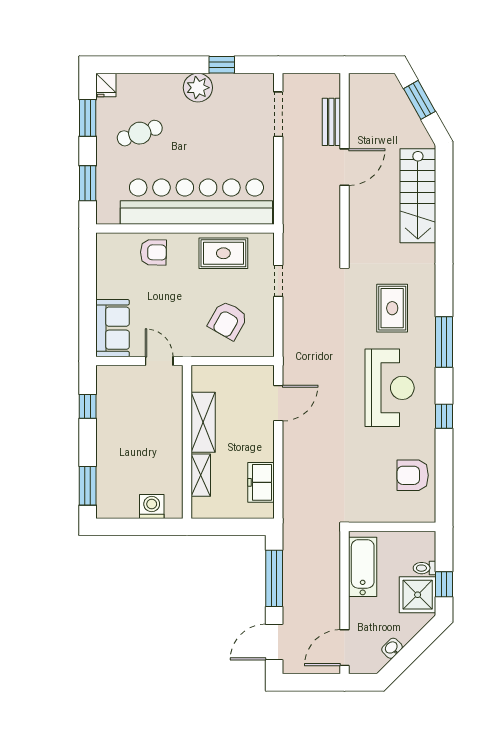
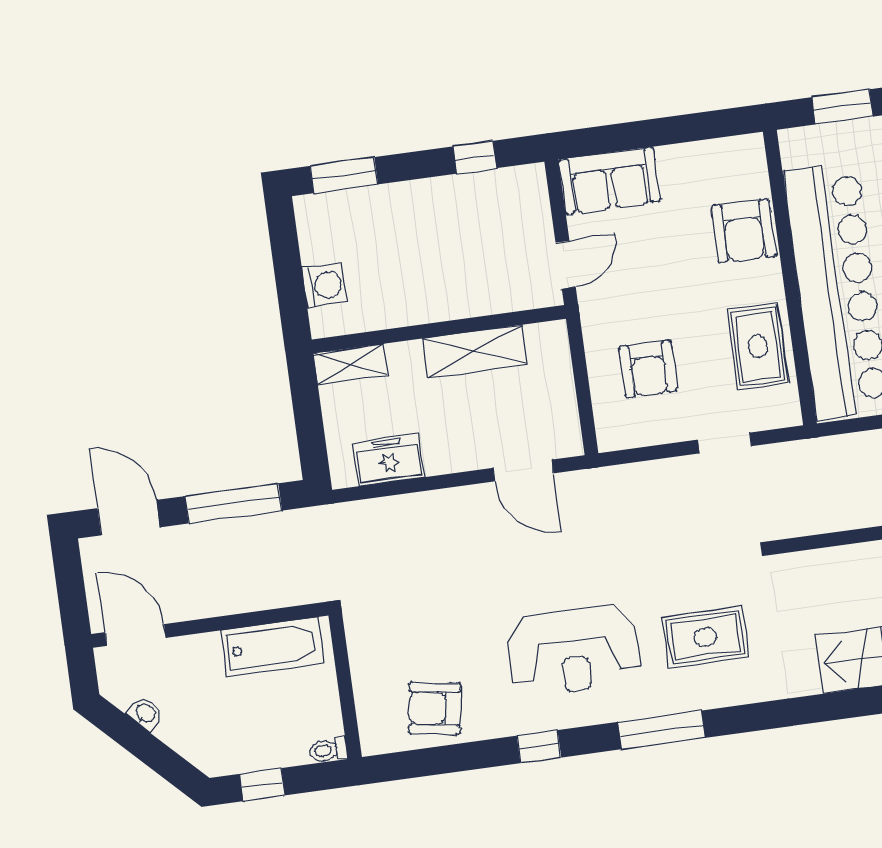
armchair: (153, 252) -> (743, 231), width x1.38, depth x1.38
armchair: (228, 320) -> (648, 369), turned -120
shelving: (201, 475) -> (351, 364), moved
armchair: (413, 475) -> (435, 708), turned -81
toilet: (425, 568) -> (328, 750), moved, turned -90
shower: (418, 595) -> (239, 743), removed

